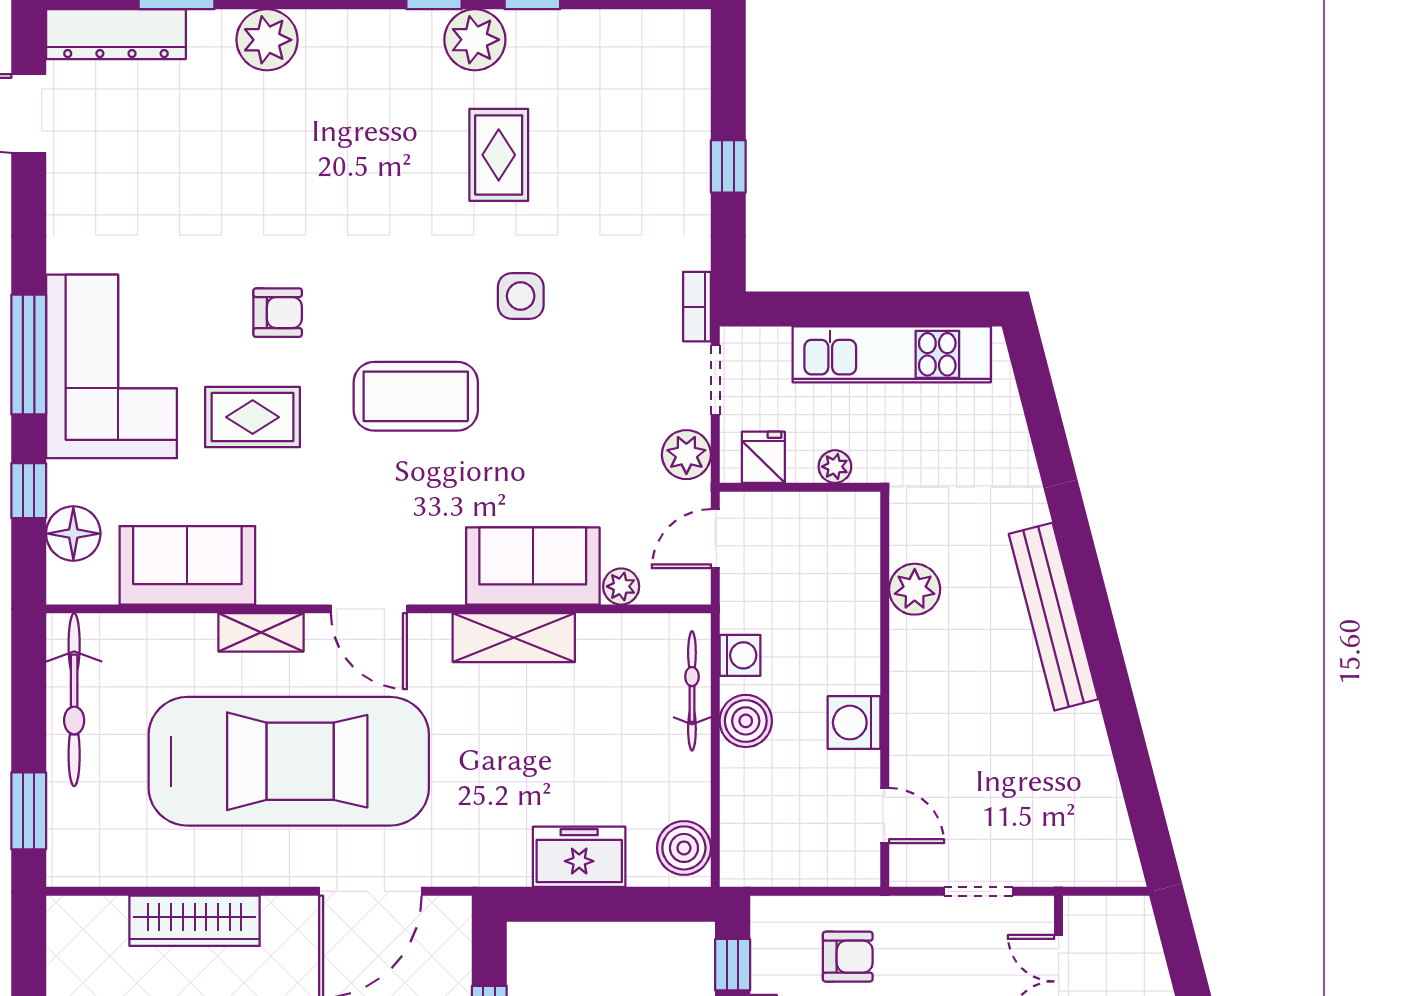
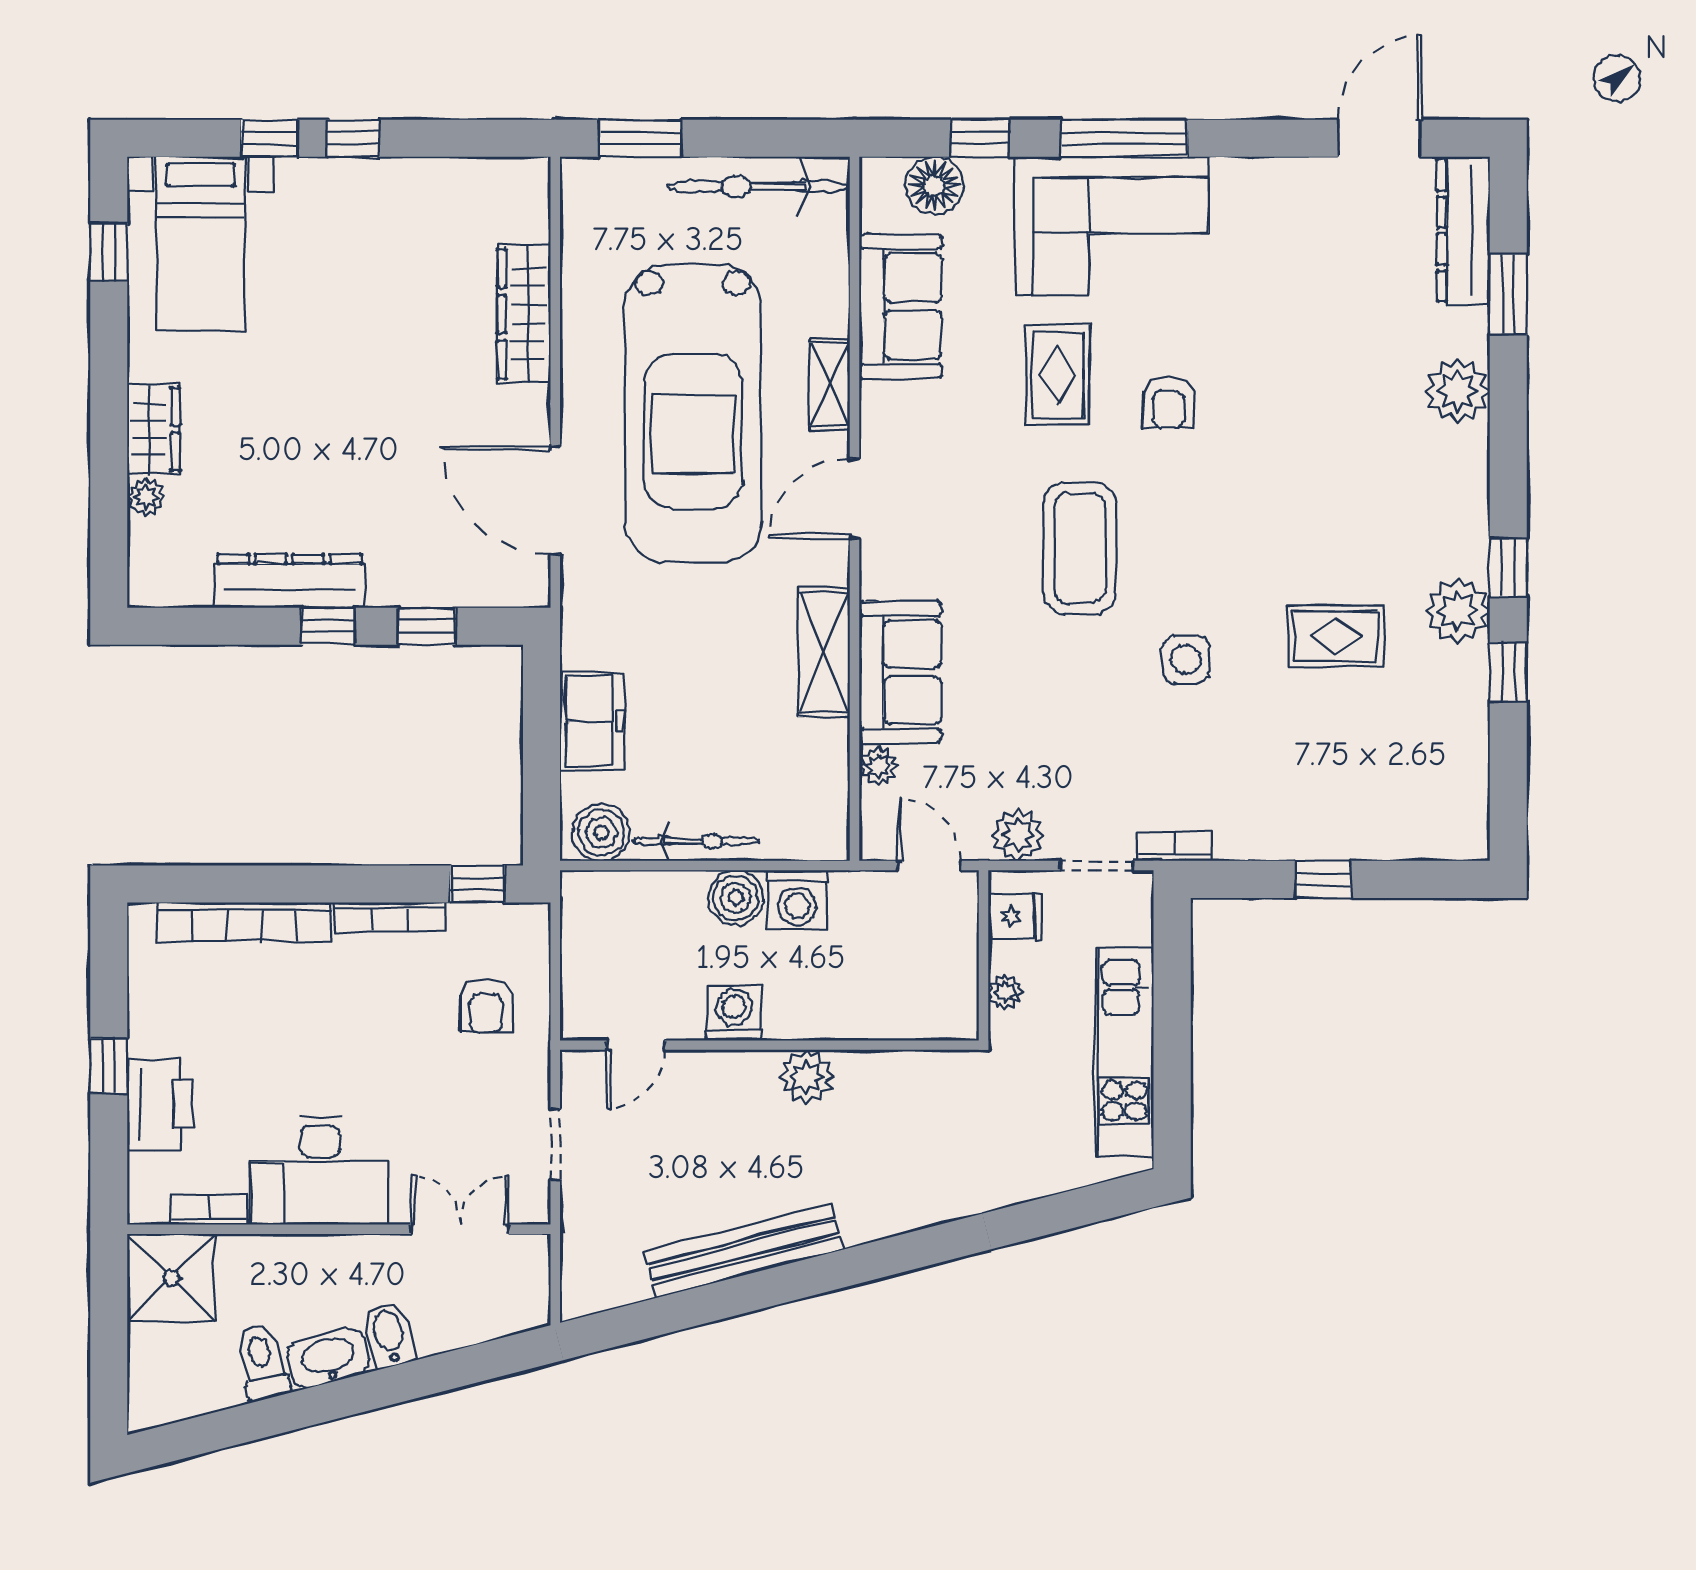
plant: (915, 589) -> (806, 1077), moved
bench: (1053, 617) -> (744, 1250), moved
washing machine: (740, 655) -> (797, 900), width x1.38, depth x1.38
bicycle: (692, 691) -> (697, 841), moved

